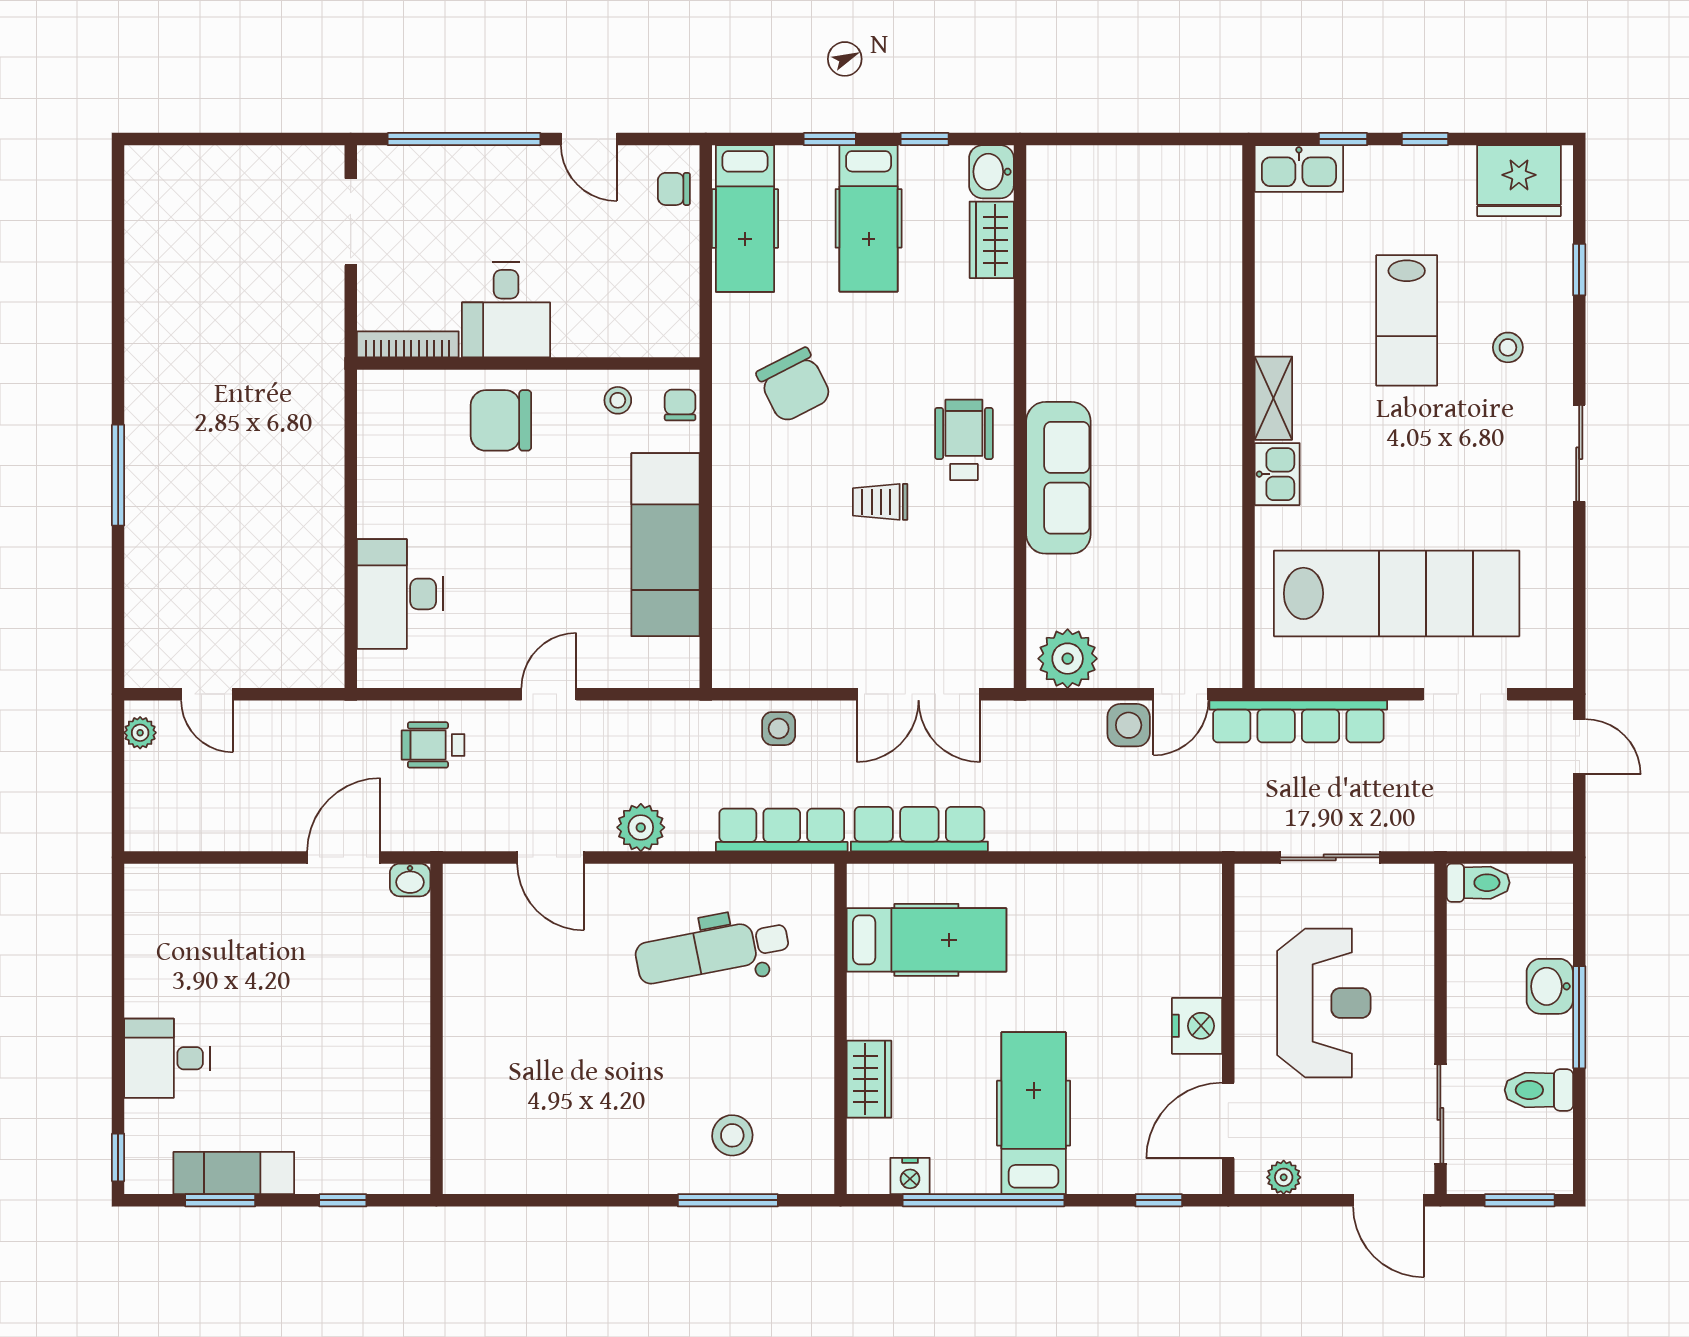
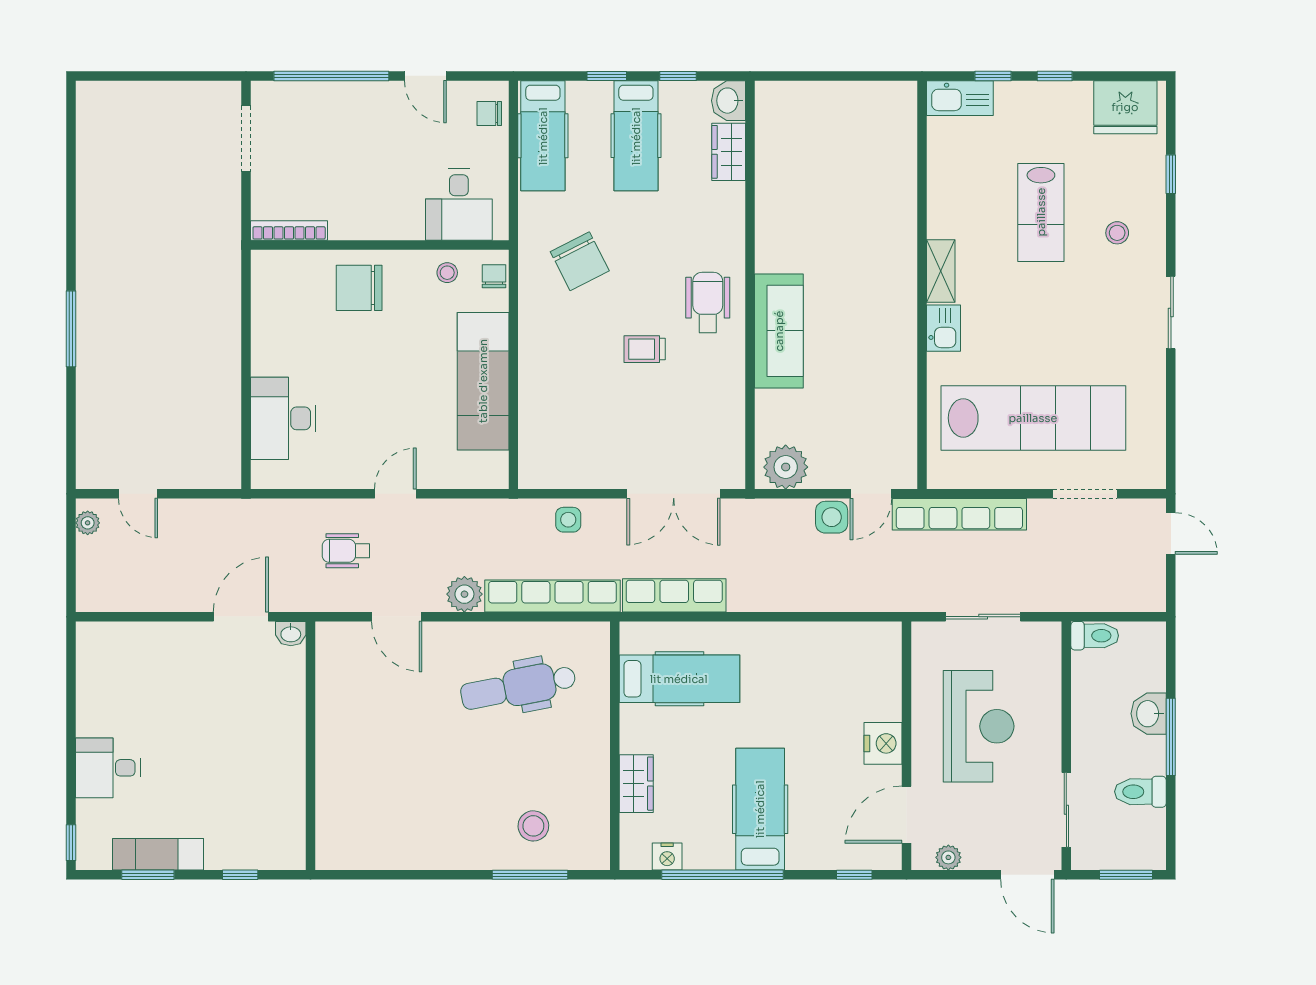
desk: (506, 310) -> (459, 205), moved
wheelchair: (433, 745) -> (346, 551), moved
row of seats: (782, 830) -> (552, 596), width x1.36

